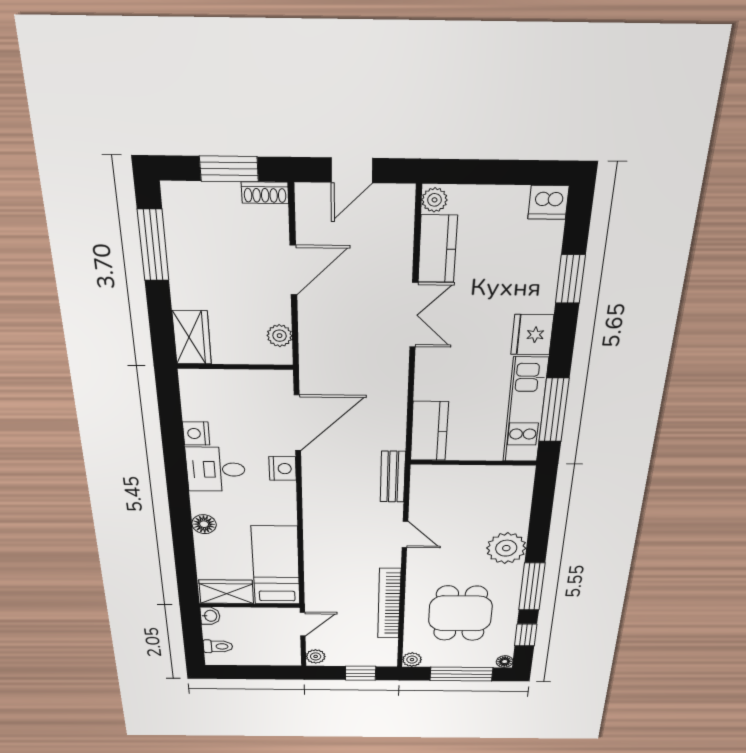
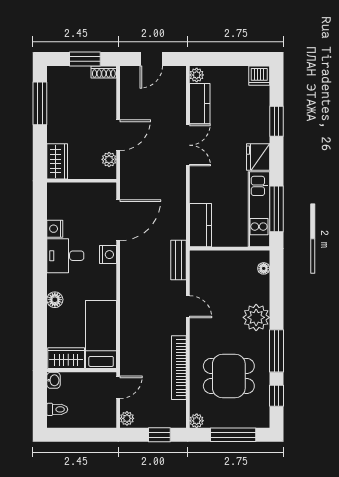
door: (293, 270) -> (118, 135), moved
dining table: (460, 613) -> (229, 376), turned 90
floor lamp: (505, 662) -> (264, 268), moved

